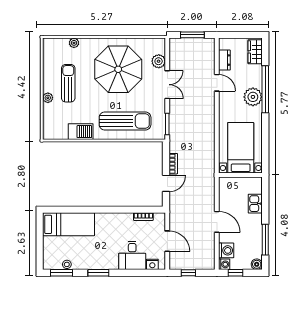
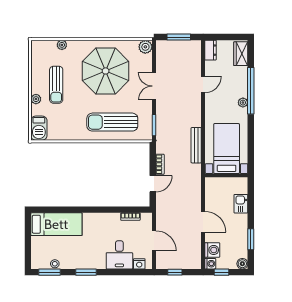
dresser: (224, 60) -> (211, 50), moved
plant: (159, 61) -> (145, 47), moved
sun lounger: (68, 83) -> (56, 85), turned 180
door: (217, 83) -> (203, 84), hinge flipped
double door: (167, 85) -> (154, 86), swing flipped
plant: (253, 97) -> (243, 103), width x0.53, depth x0.53
sun lounger: (125, 121) -> (112, 122), turned 180
barbecue: (81, 132) -> (39, 128), moved, turned 90
bench: (210, 144) -> (196, 145), added
window: (265, 240) -> (251, 239), width x0.69

